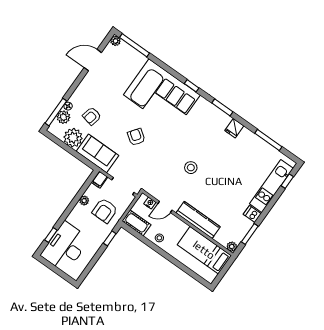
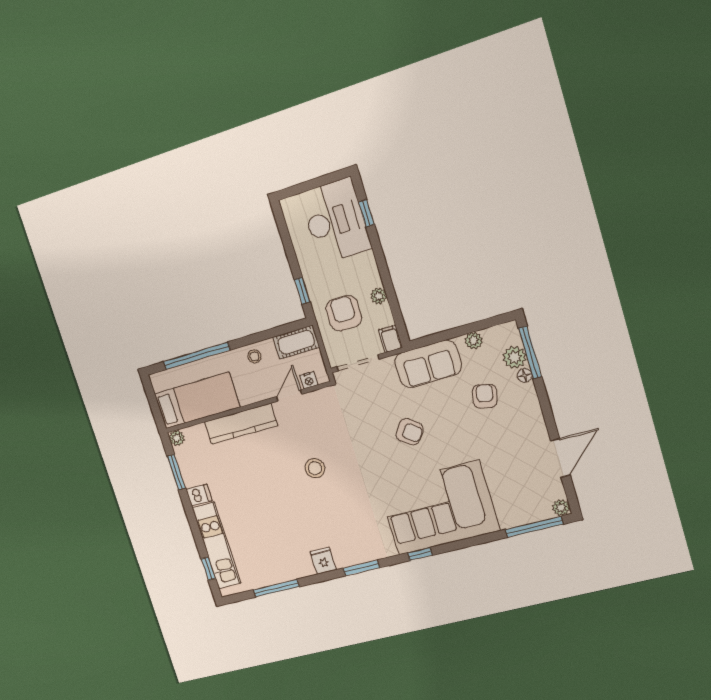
plant: (73, 138) -> (474, 341), width x0.53, depth x0.53
window: (182, 267) -> (197, 356), added

